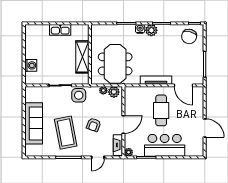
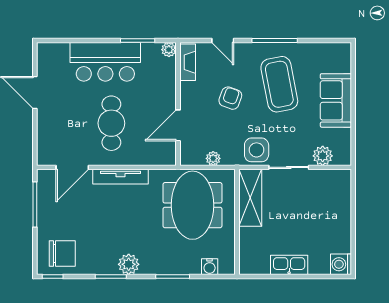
water cooler: (140, 29) -> (210, 267), moved
chair: (189, 36) -> (62, 253), turned 74
shelving: (82, 57) -> (250, 198), moved
washing machine: (31, 65) -> (341, 264), moved
door: (183, 85) -> (72, 167), swing flipped
plant: (114, 92) -> (323, 156), moved
sofa: (34, 123) -> (336, 100), width x0.73
door: (123, 124) -> (178, 125), moved
door: (98, 157) -> (223, 40), swing flipped

